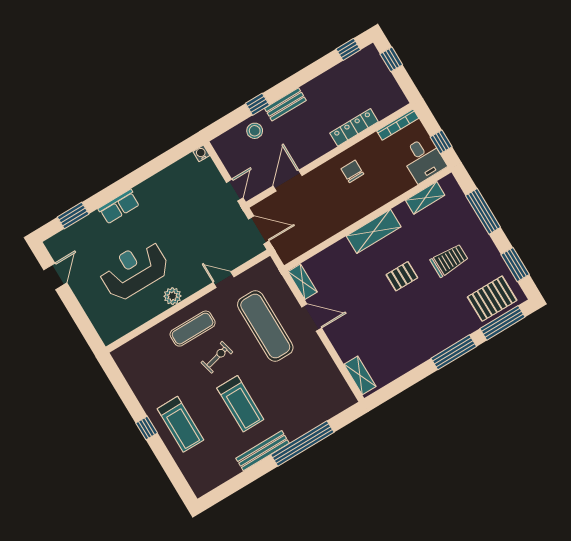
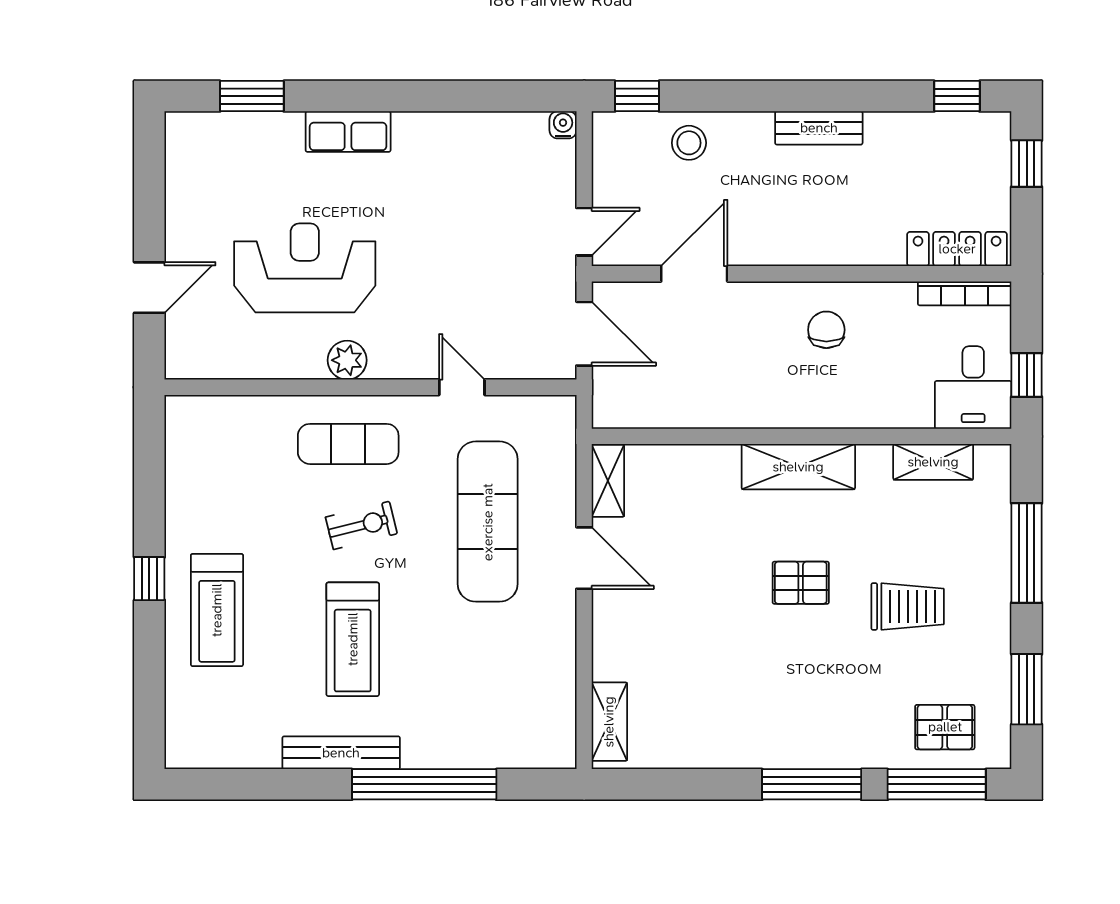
window: (257, 104) -> (637, 96), moved
bench: (285, 104) -> (819, 128), moved
locker: (354, 127) -> (957, 249), moved
door: (55, 276) -> (149, 288), moved
pallet: (492, 299) -> (945, 727), width x0.67, depth x0.71

